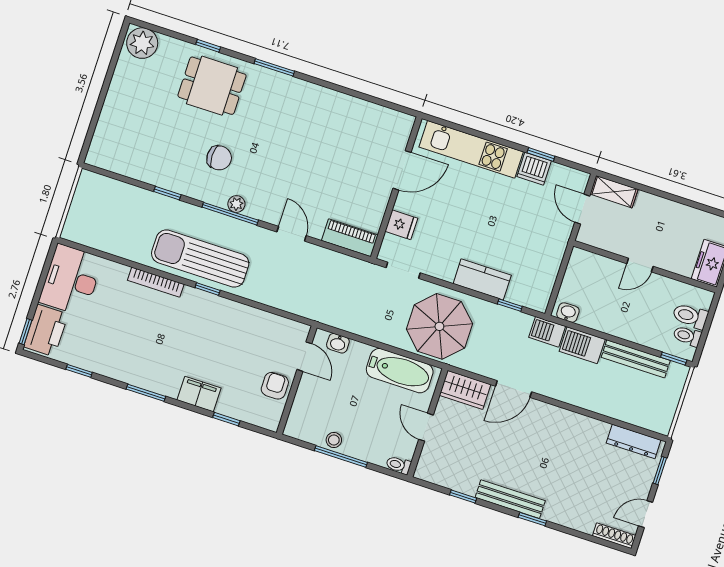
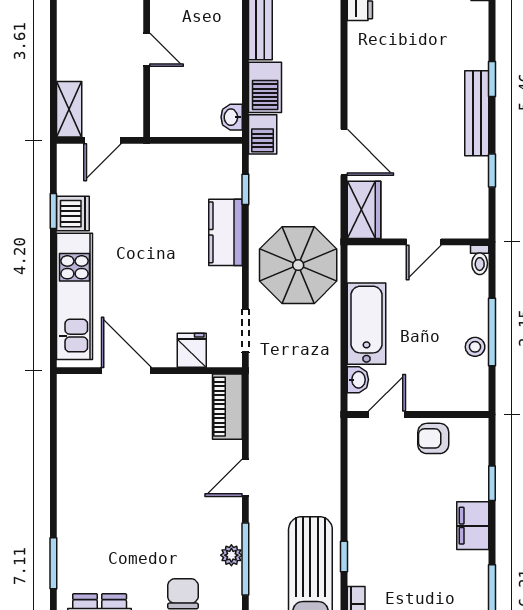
bathtub: (400, 371) -> (367, 324), moved

